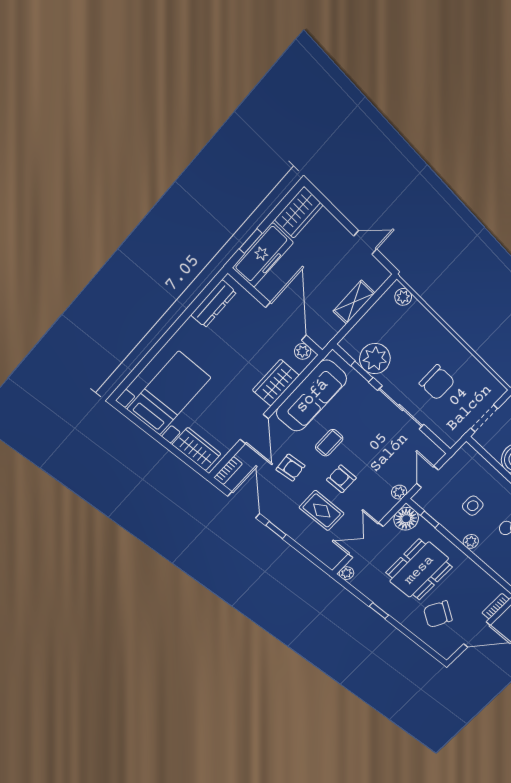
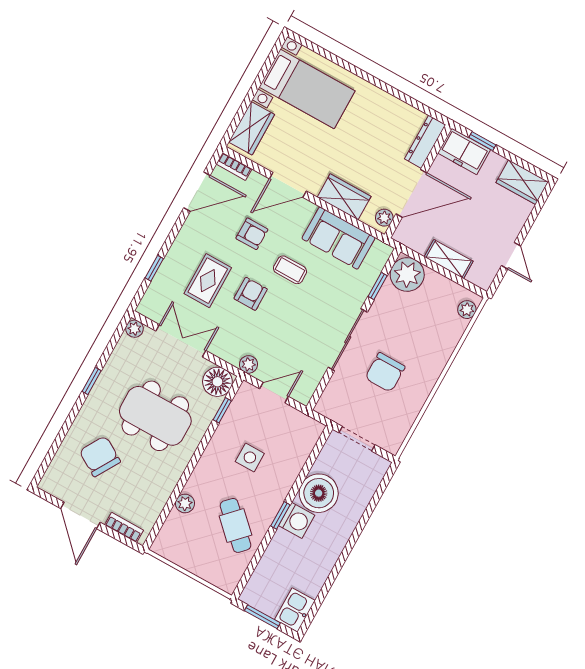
freezer: (263, 255) -> (464, 151), width x0.71
dresser: (214, 304) -> (425, 142), moved, turned 90
plant: (375, 359) -> (407, 274), moved
sofa: (312, 396) -> (338, 238), width x0.73
armchair: (291, 468) -> (252, 234), turned -85
window: (276, 530) -> (154, 268), moved
plant: (471, 541) -> (185, 503), moved

